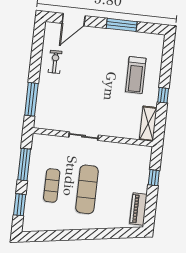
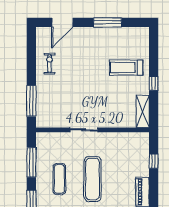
treadmill: (136, 75) -> (126, 68), turned 90

